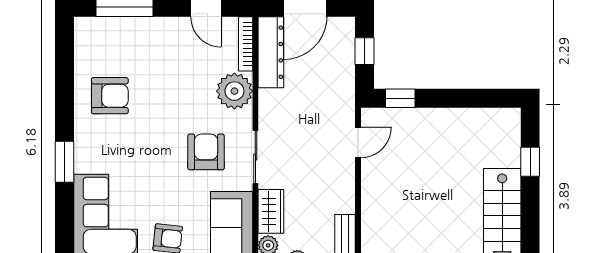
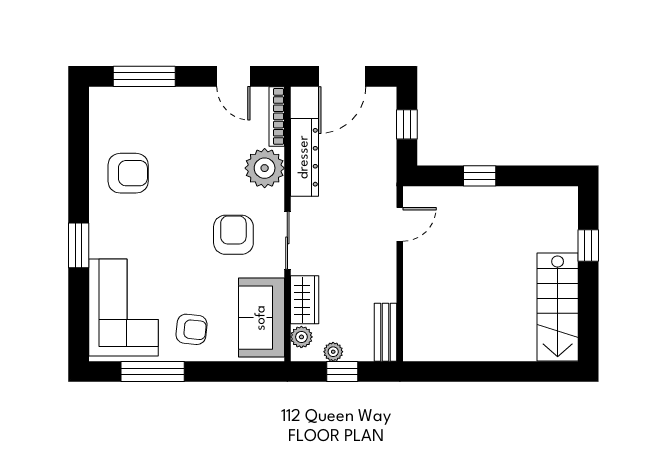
dresser: (271, 52) -> (304, 157), moved
window: (400, 98) -> (480, 176), moved

